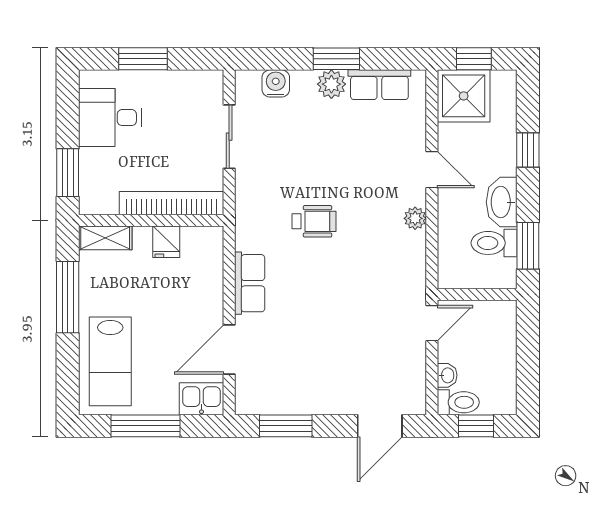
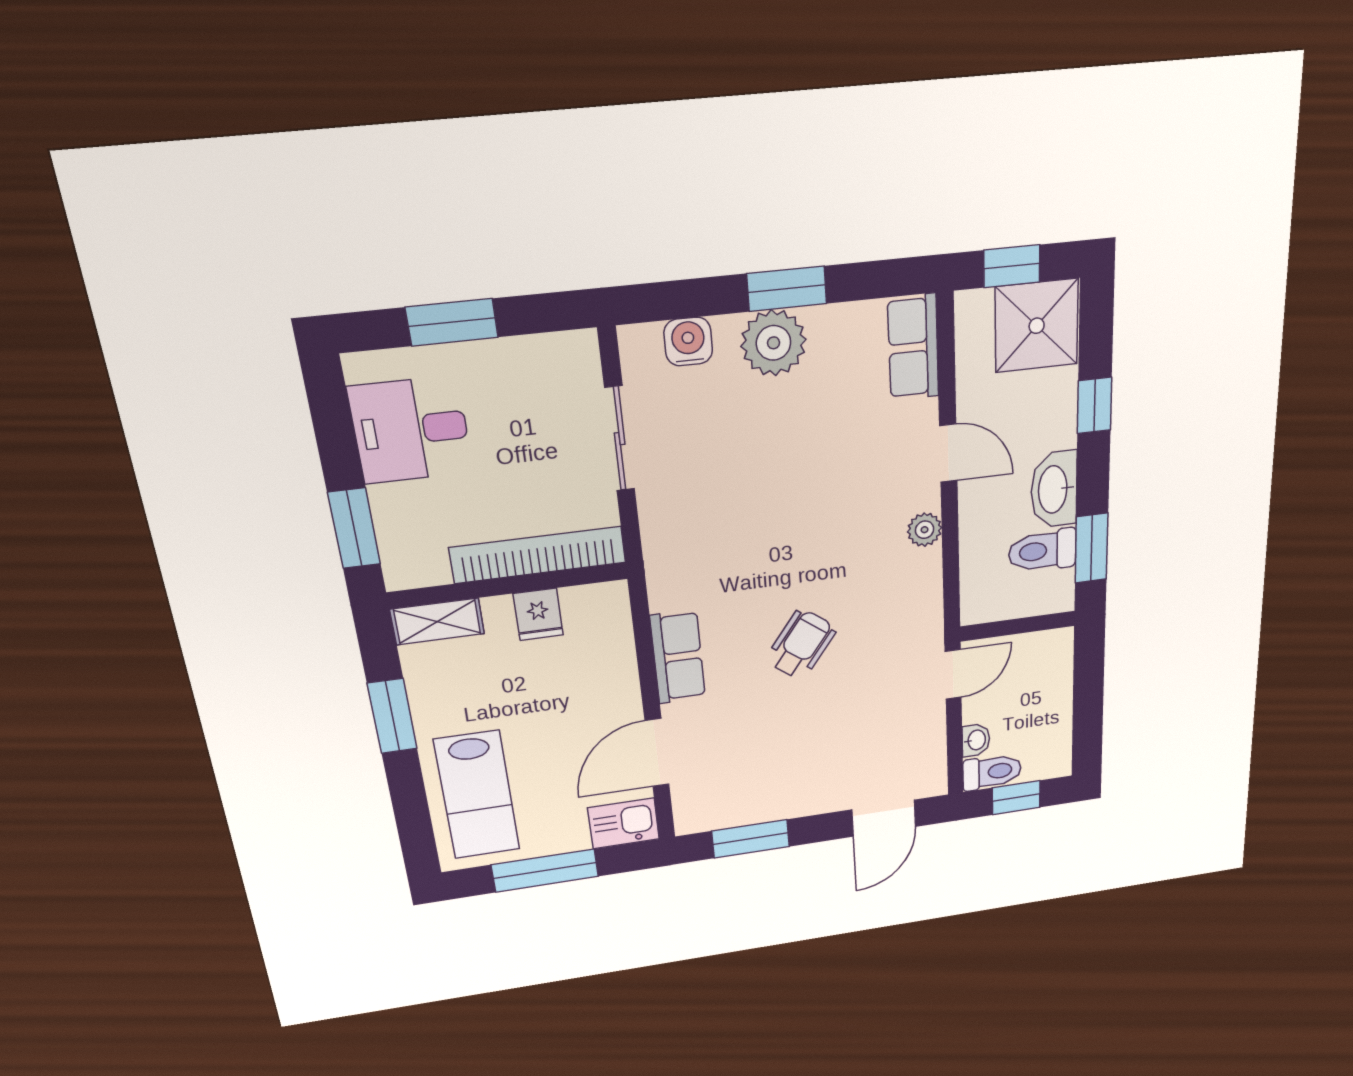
plant: (331, 84) -> (774, 343), width x1.36, depth x1.36
row of seats: (379, 85) -> (913, 347), moved, turned 90
shower: (464, 96) -> (1037, 326), moved
wheelchair: (314, 221) -> (801, 644), moved, turned -53
window: (68, 297) -> (392, 716), width x0.69

